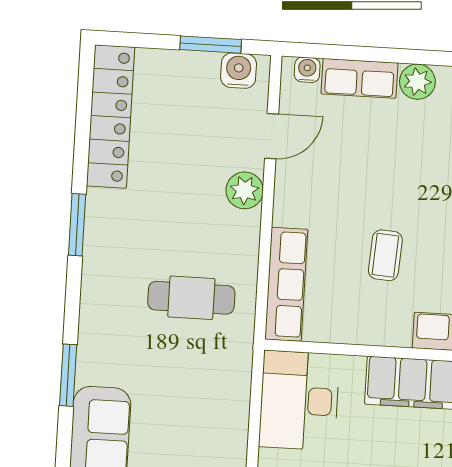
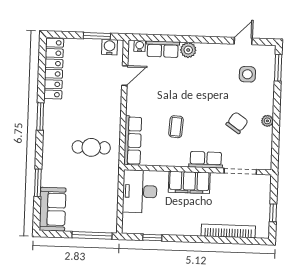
plant: (245, 190) -> (113, 100), removed

